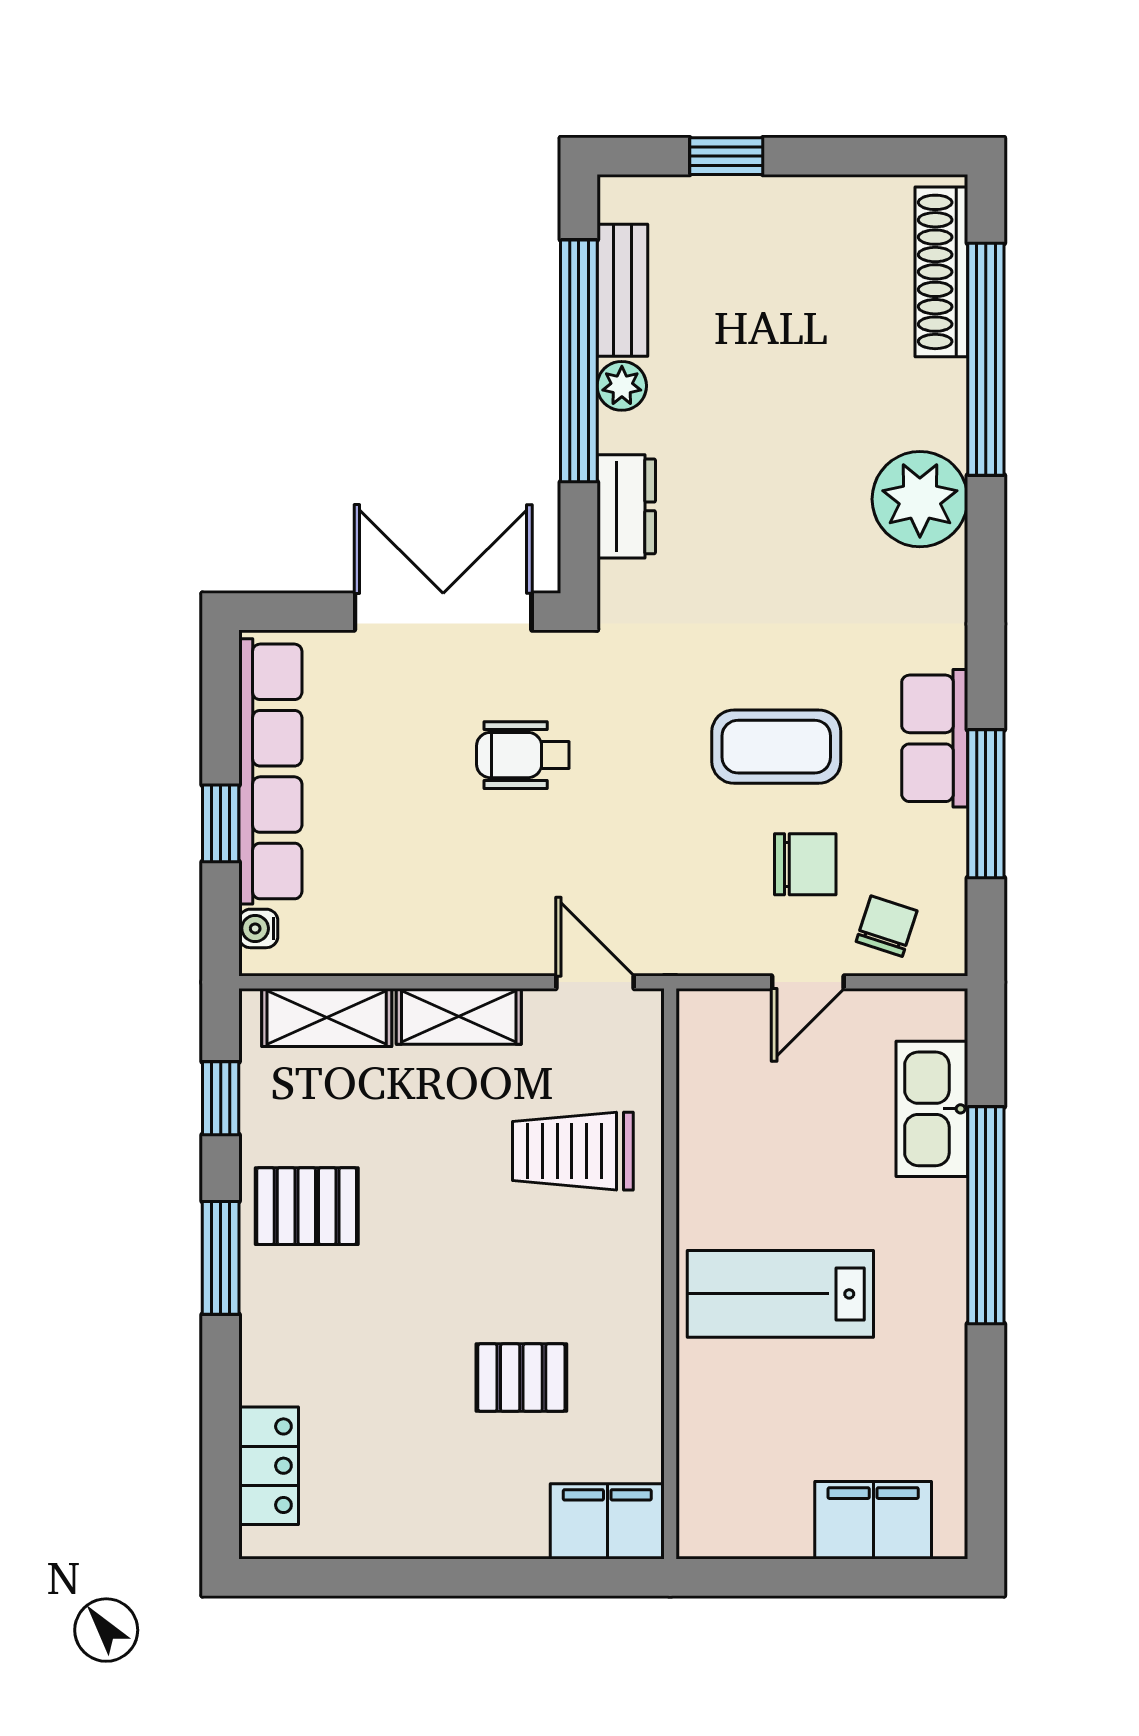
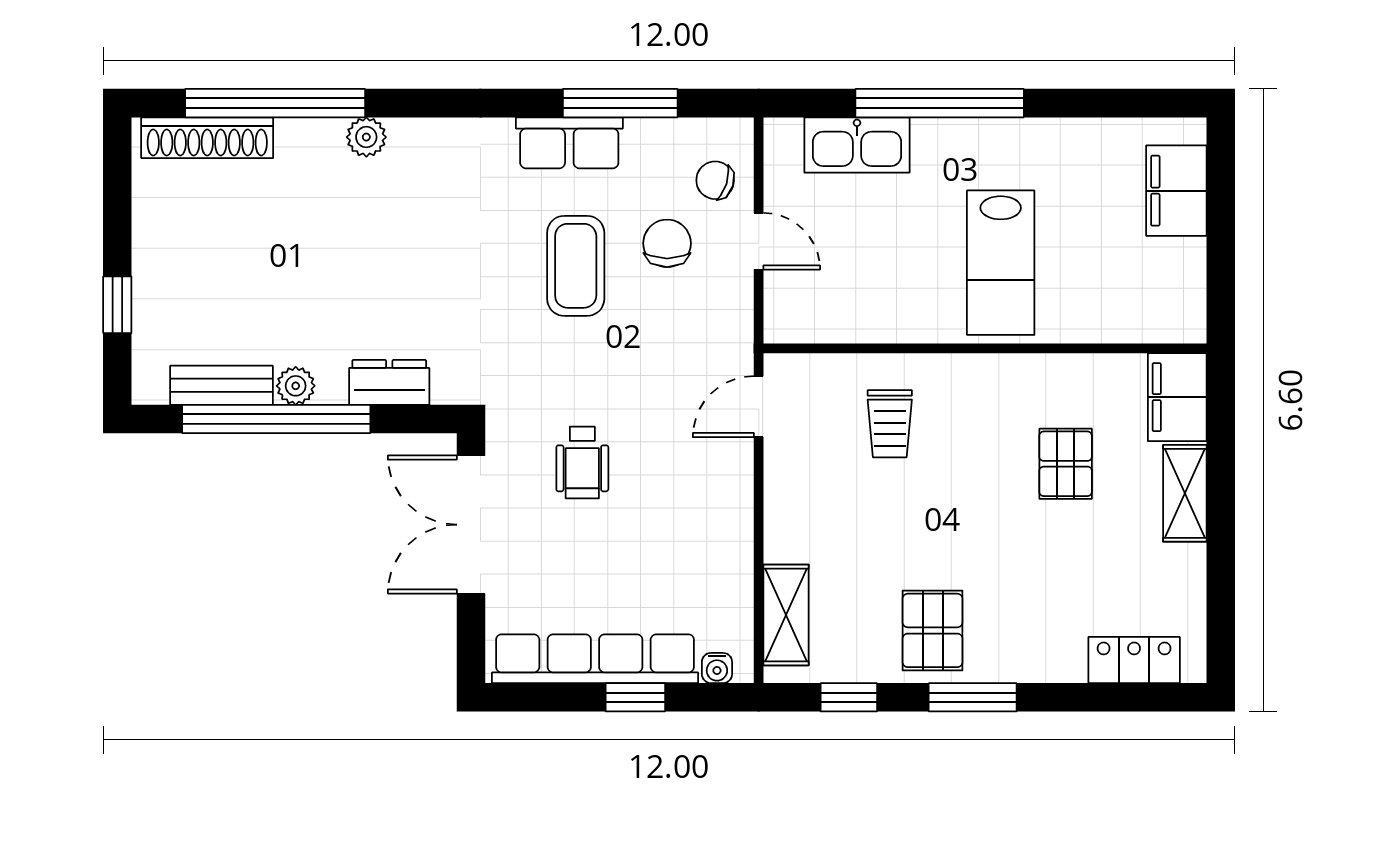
plant: (920, 499) -> (366, 137), width x0.53, depth x0.53
shelving: (459, 1016) -> (1185, 493), moved
trolley: (573, 1151) -> (890, 424), width x0.73, depth x0.72

